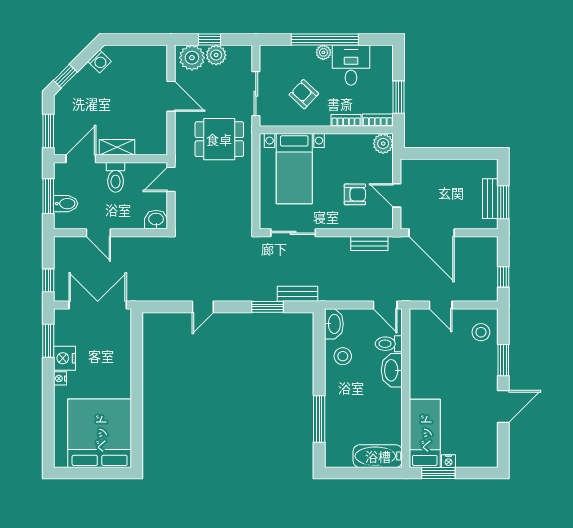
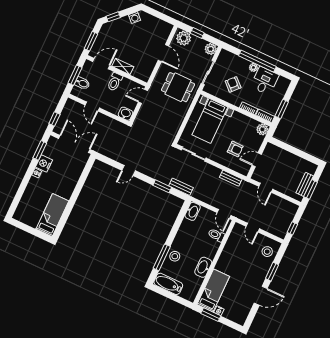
plant: (216, 55) -> (211, 49), moved
door: (397, 195) -> (257, 160), hinge flipped
door: (432, 233) -> (266, 188), width x0.53
stool: (343, 356) -> (175, 256), moved
washbasin: (392, 370) -> (203, 267), moved
bed: (100, 433) -> (52, 215), width x0.49
bathtub: (378, 456) -> (168, 284), moved

